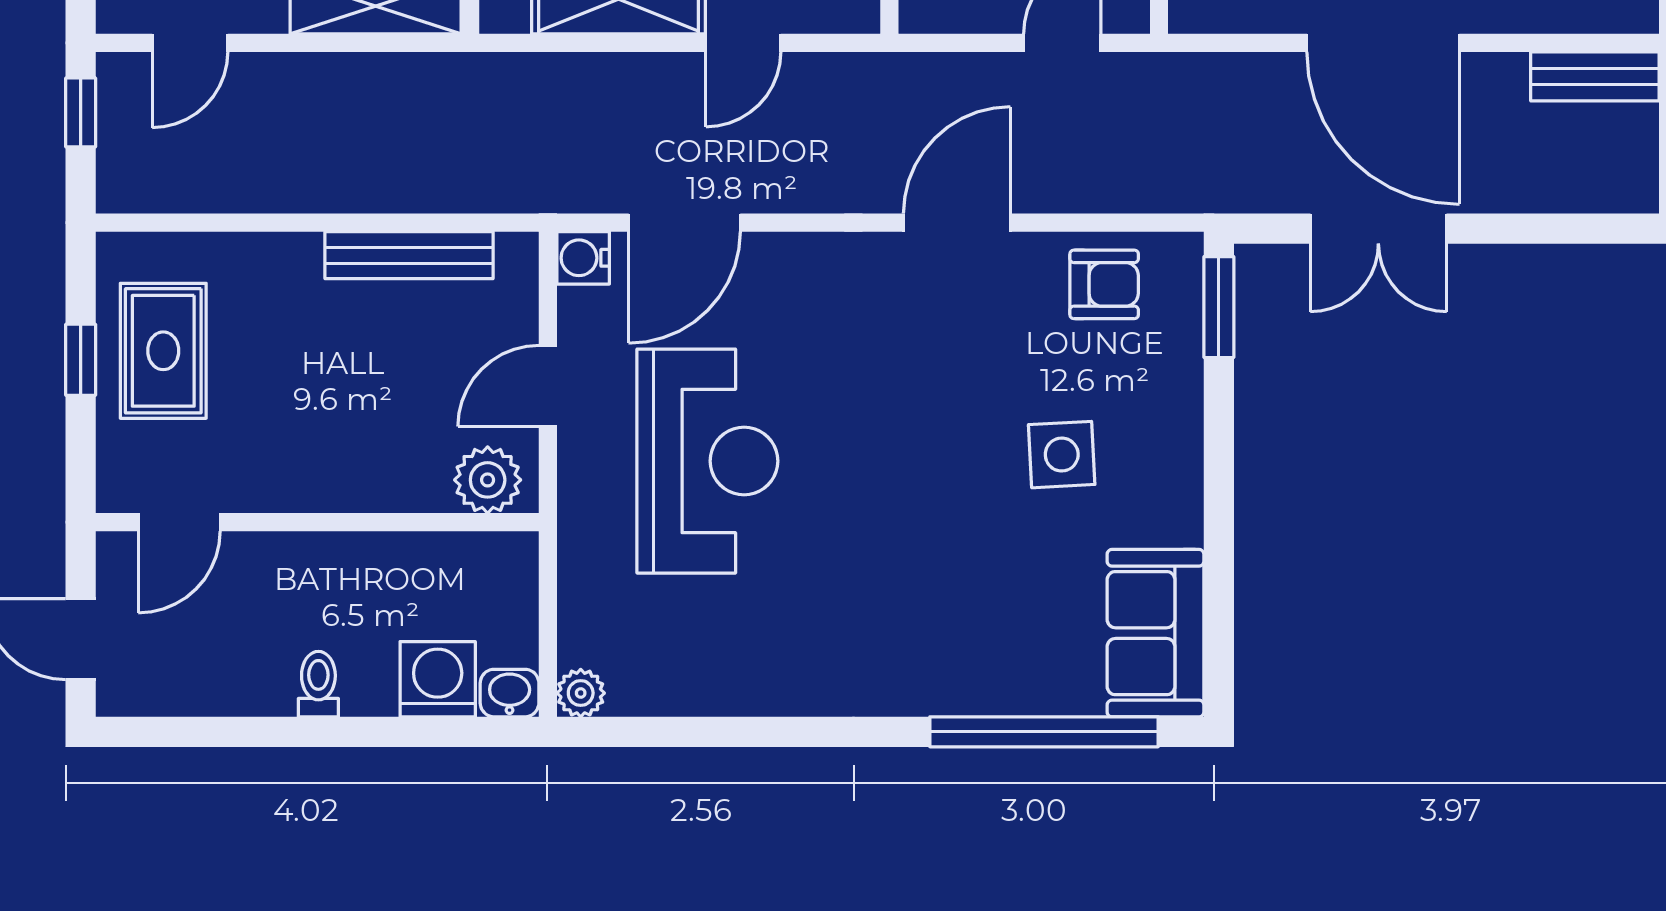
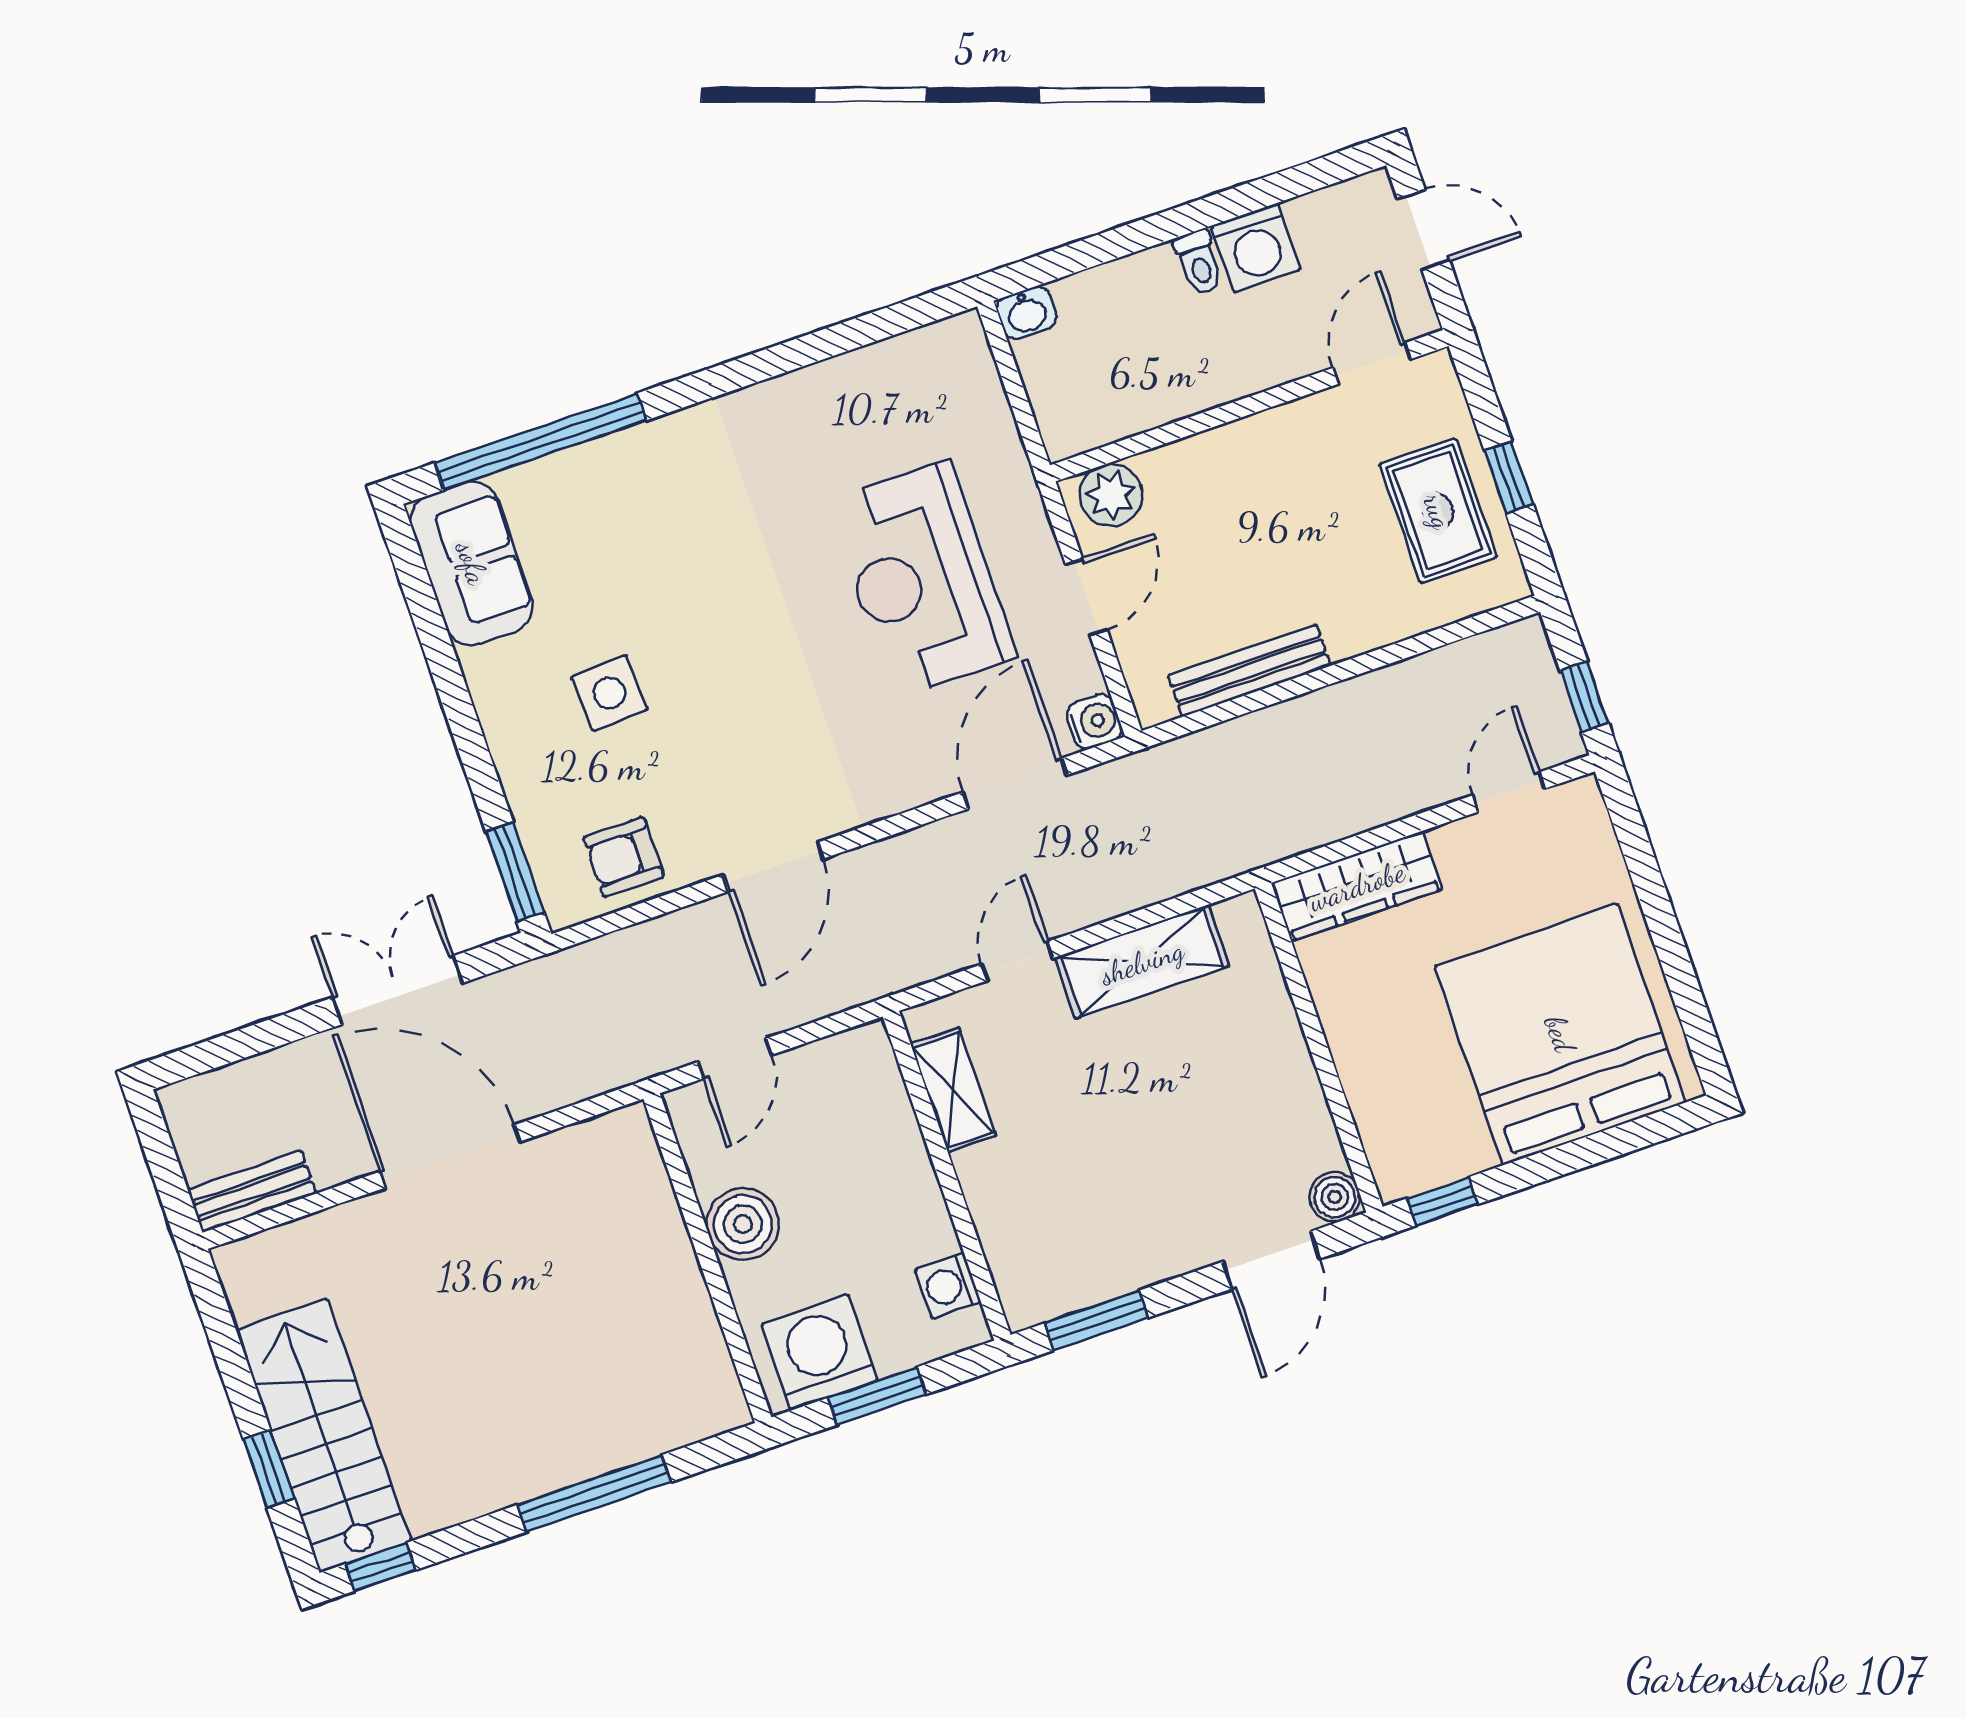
washing machine: (438, 679) -> (1256, 248), moved
plant: (581, 693) -> (963, 335), removed

